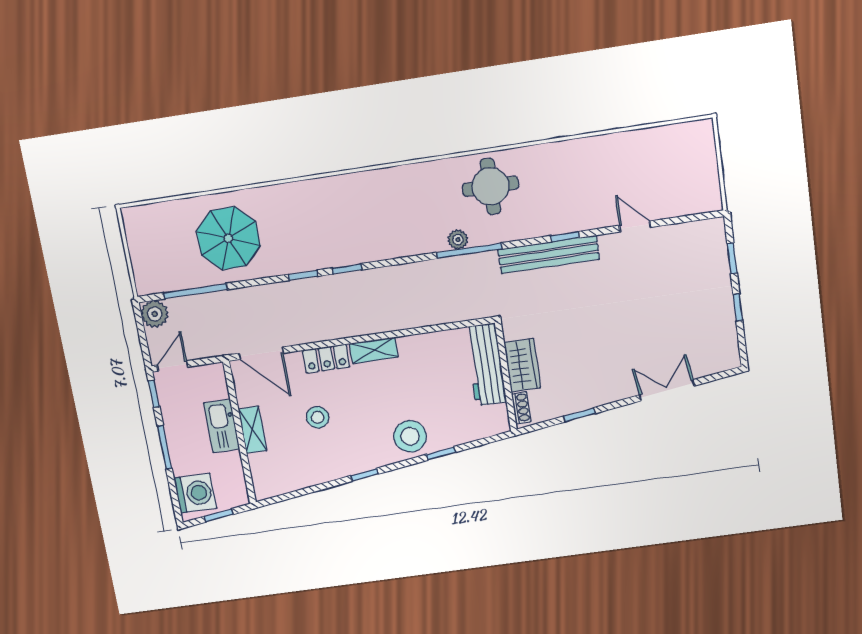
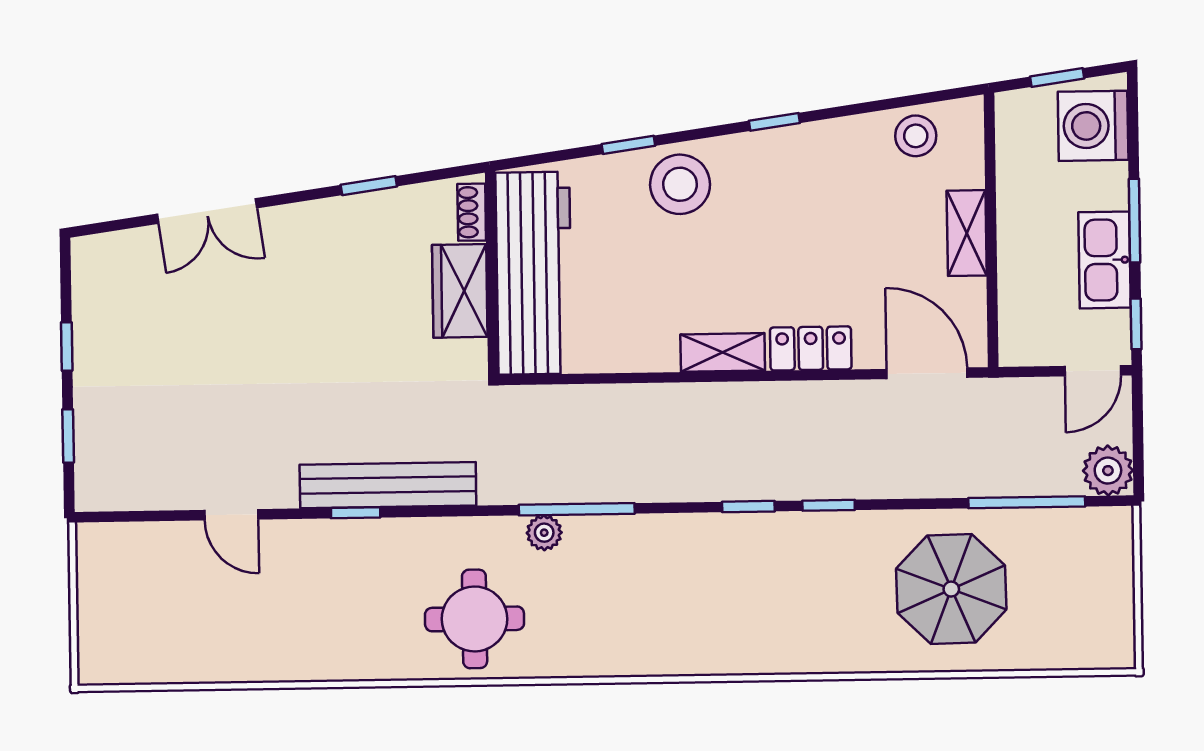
window: (469, 251) -> (577, 509), moved
workbench: (486, 365) -> (534, 273), width x1.36, depth x1.32
stool: (318, 417) -> (916, 136), moved
kitchen sink: (222, 426) -> (1104, 260), moved, turned 180

